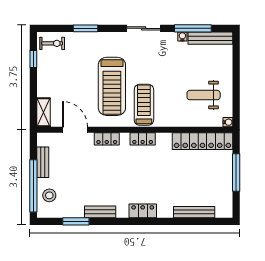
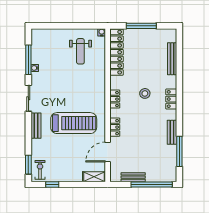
window: (86, 28) -> (28, 165), moved
bench: (210, 38) -> (36, 126), moved, width x0.73
treadmill: (144, 105) -> (88, 98), removed
stool: (49, 195) -> (145, 93), moved
window: (76, 221) -> (179, 151), width x1.44

